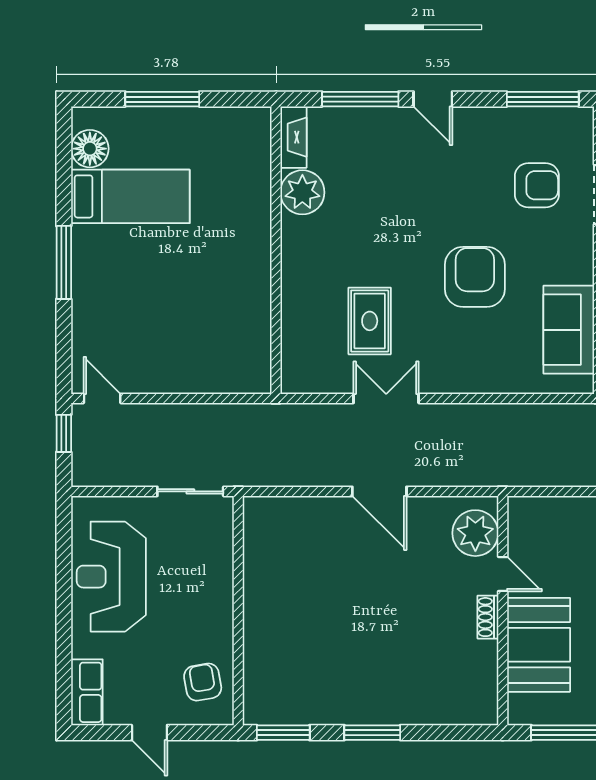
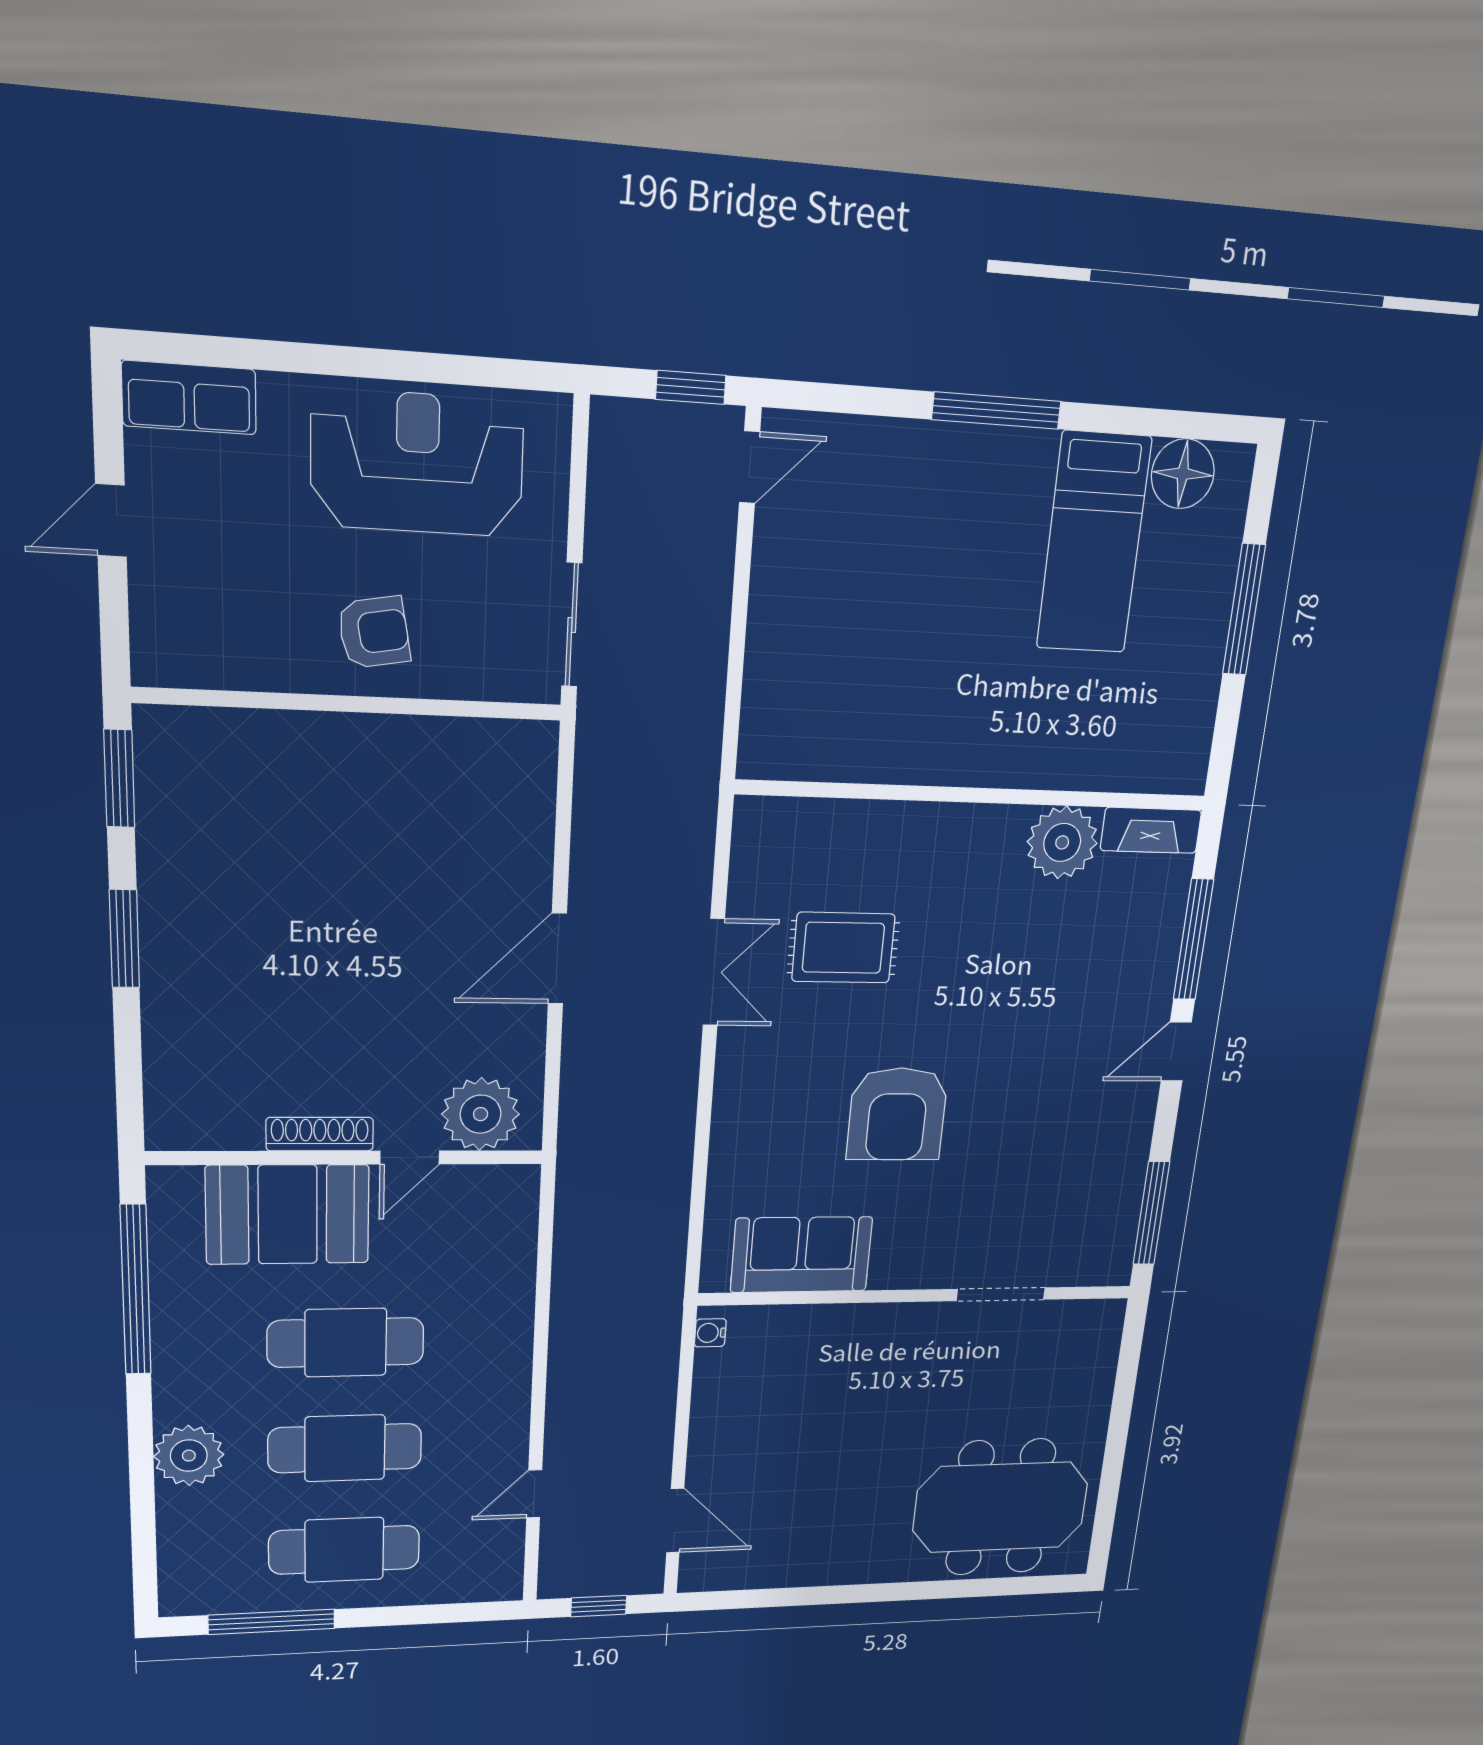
armchair: (537, 185) -> (1026, 1206), removed
armchair: (475, 277) -> (897, 1114), turned 90
shoe rack: (488, 617) -> (320, 1134), width x1.43
armchair: (203, 682) -> (374, 632), moved

